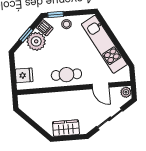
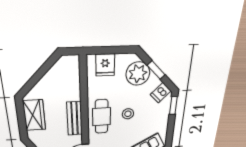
stool: (66, 24) -> (128, 114), moved
plant: (36, 41) -> (138, 74), moved
bench: (68, 97) -> (75, 119), added

